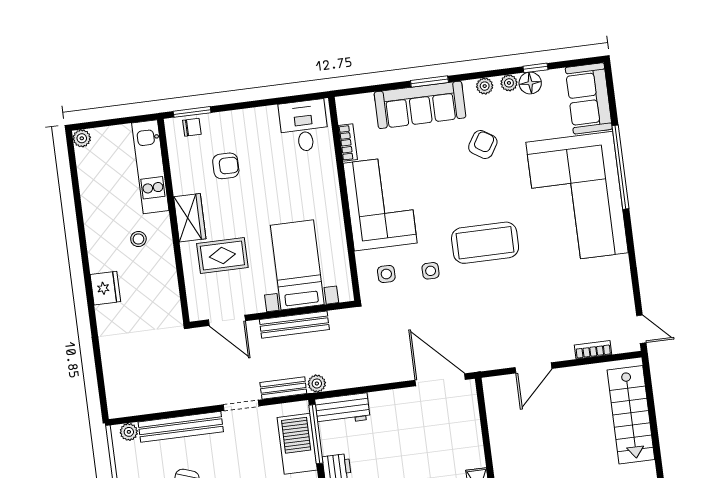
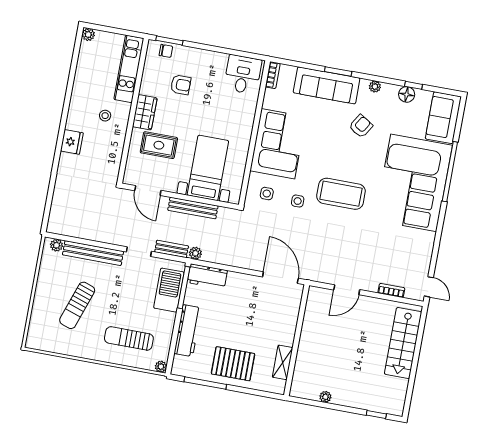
plant: (509, 83) -> (392, 90), removed
bookcase: (348, 143) -> (273, 75), moved

